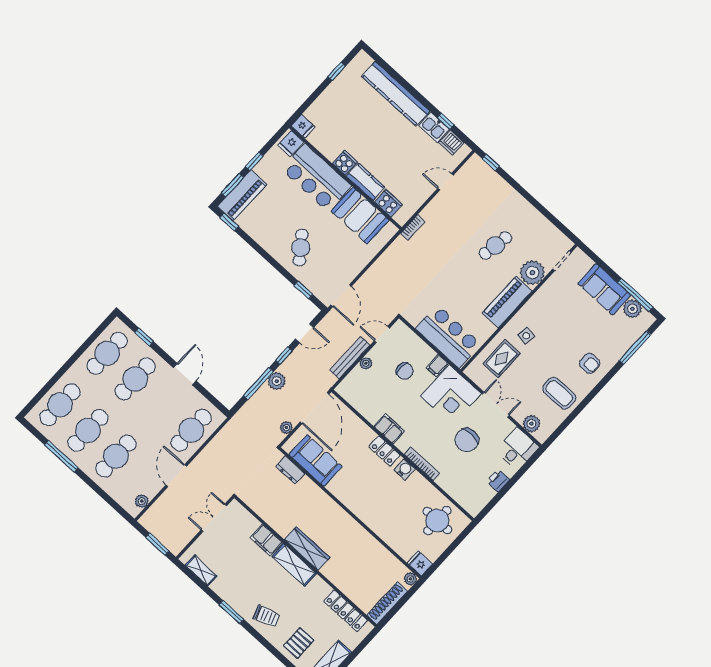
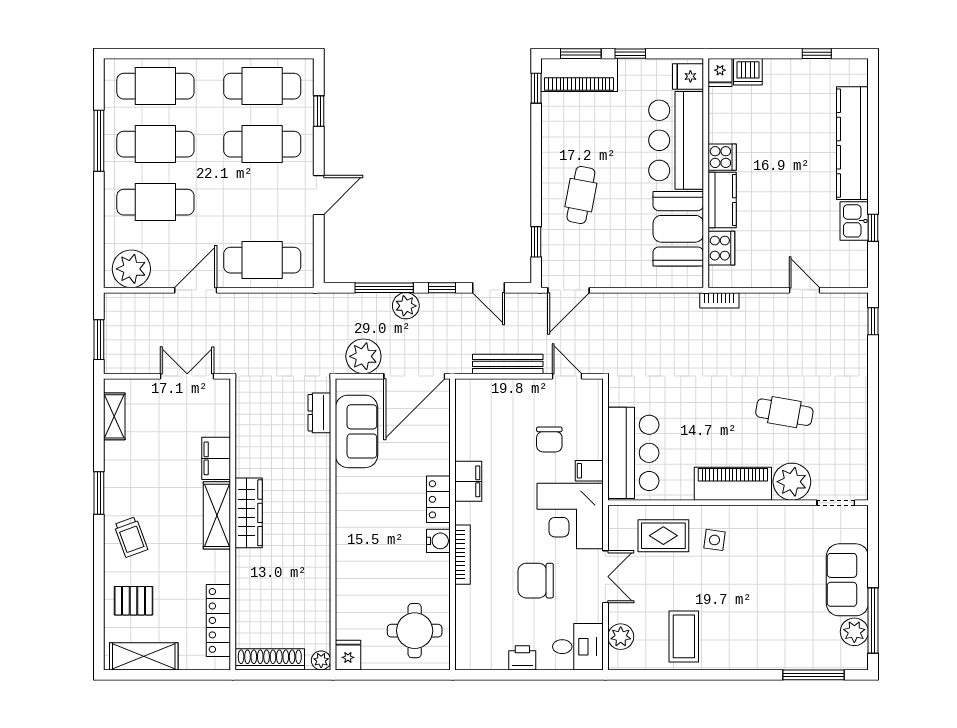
dishwasher: (452, 143) -> (748, 72), moved, turned -90
cafe table: (301, 248) -> (581, 195), turned -42
plant: (366, 363) -> (518, 388), removed
armchair: (590, 363) -> (749, 640), removed
plant: (286, 428) -> (363, 356), width x1.88, depth x1.88
plant: (142, 501) -> (131, 269), width x1.87, depth x1.87

